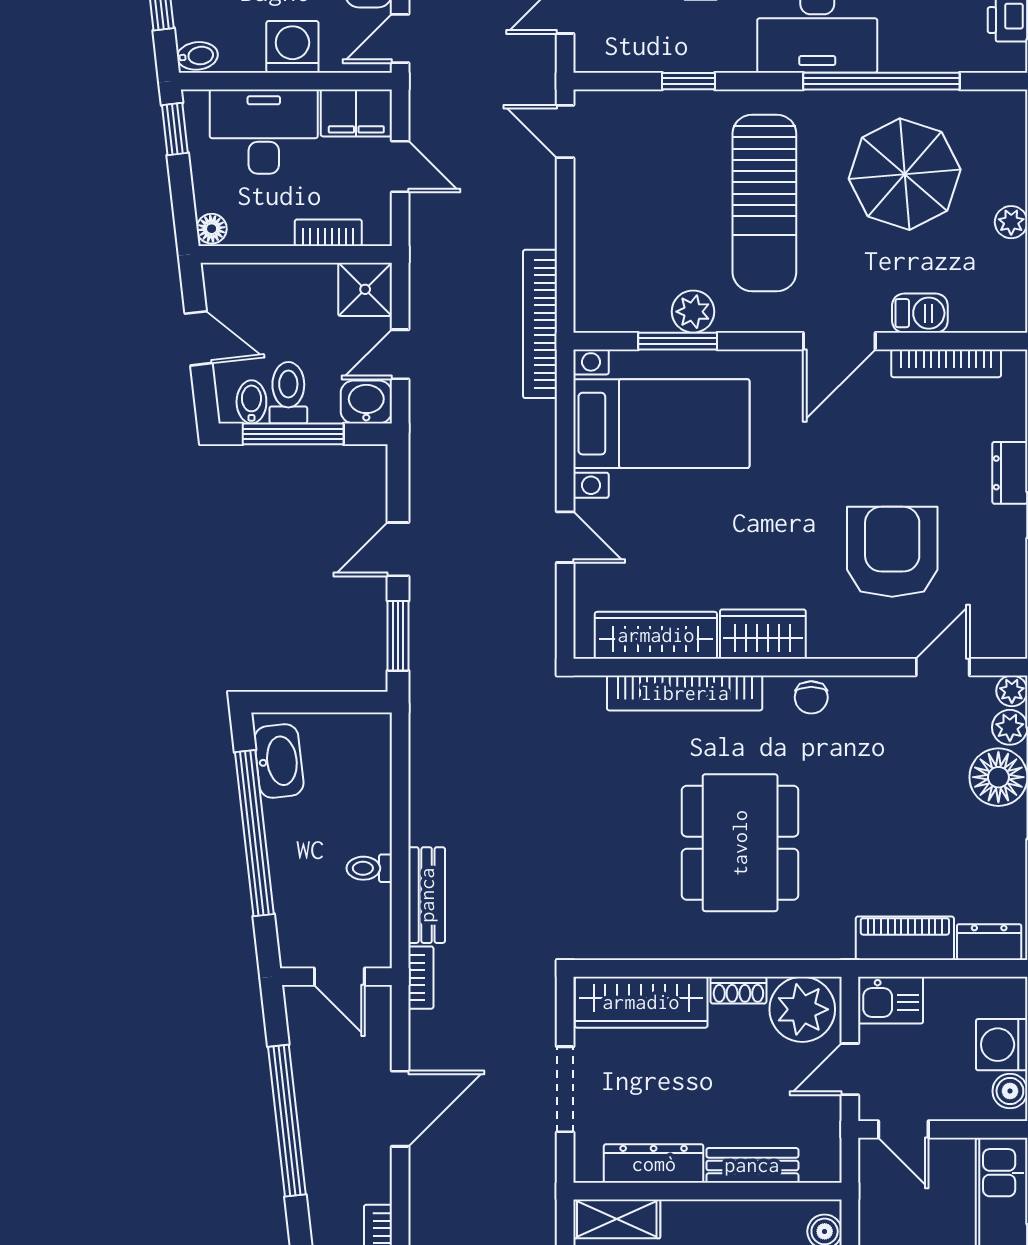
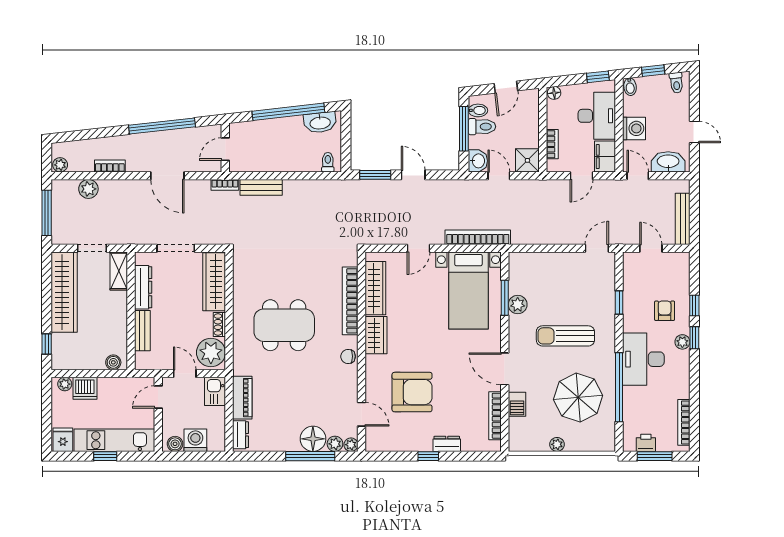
sun lounger: (764, 203) -> (565, 336), width x0.73, depth x0.75
bookcase: (540, 324) -> (478, 237), moved
toilet: (369, 868) -> (328, 162), moved

